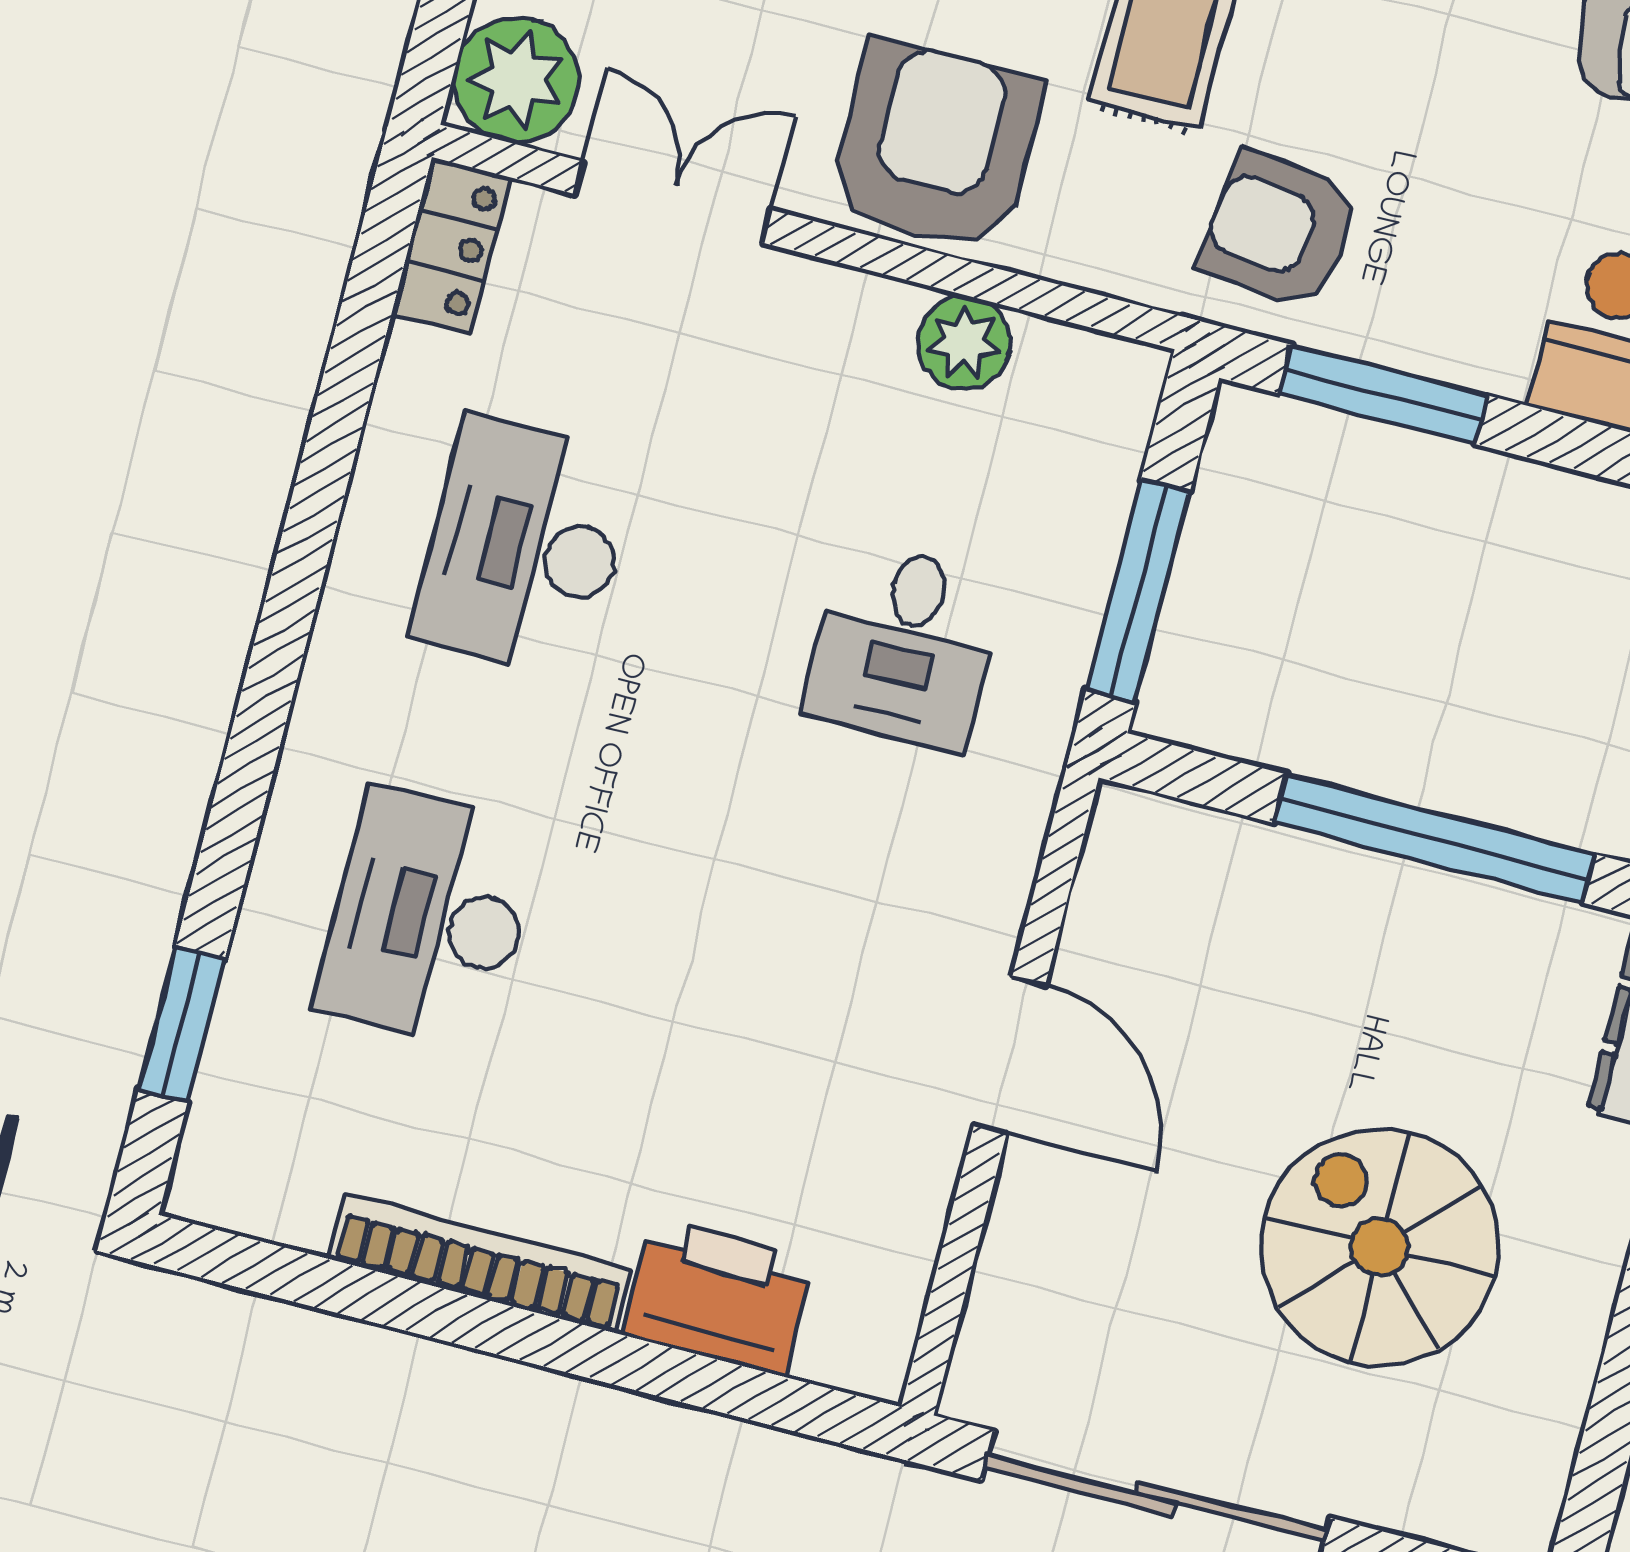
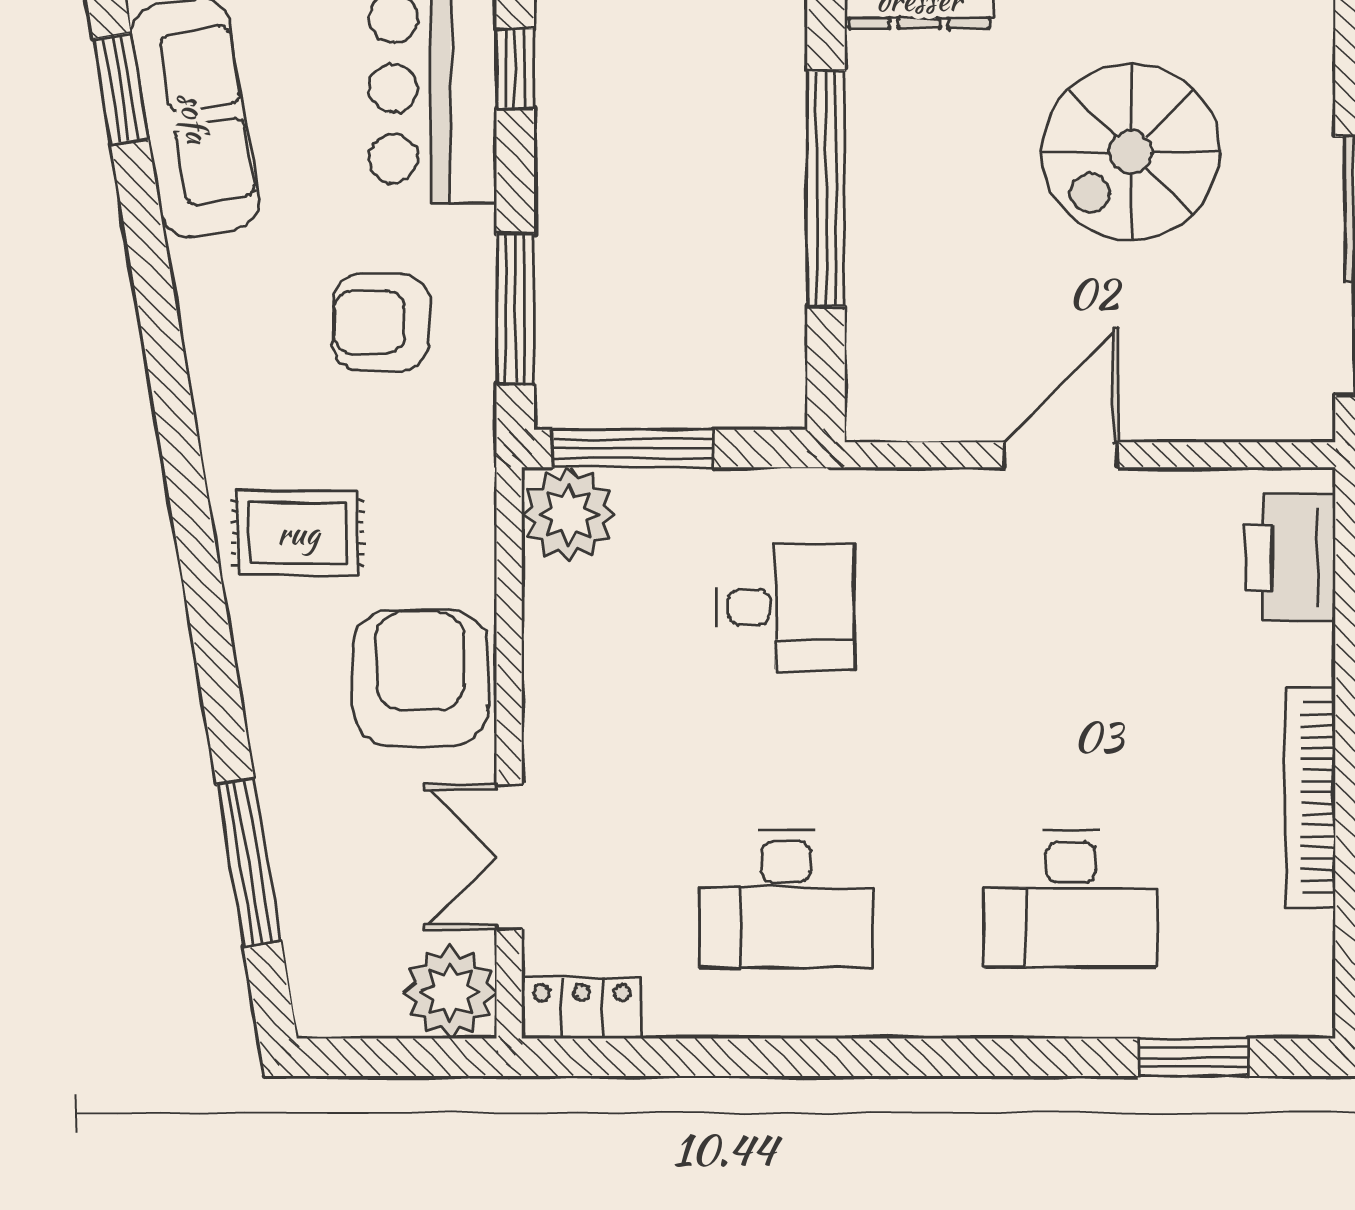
armchair: (935, 147) -> (420, 678), turned 90
armchair: (1280, 230) -> (381, 322), moved, turned 83
plant: (964, 343) -> (569, 514), moved, width x1.36, depth x1.36
window: (1138, 590) -> (633, 448), moved
printer: (718, 1297) -> (1290, 557), moved

